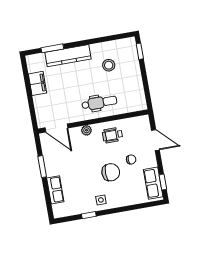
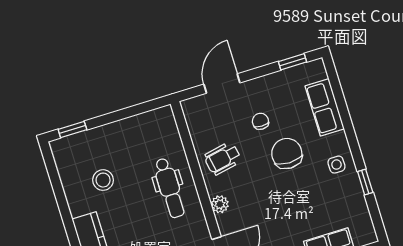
dental chair: (99, 103) -> (169, 188), turned 180
wheelchair: (112, 135) -> (223, 159), turned 79
row of seats: (153, 183) -> (325, 107), moved, turned 90

